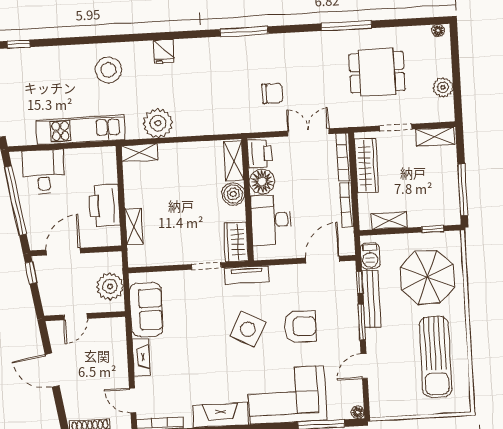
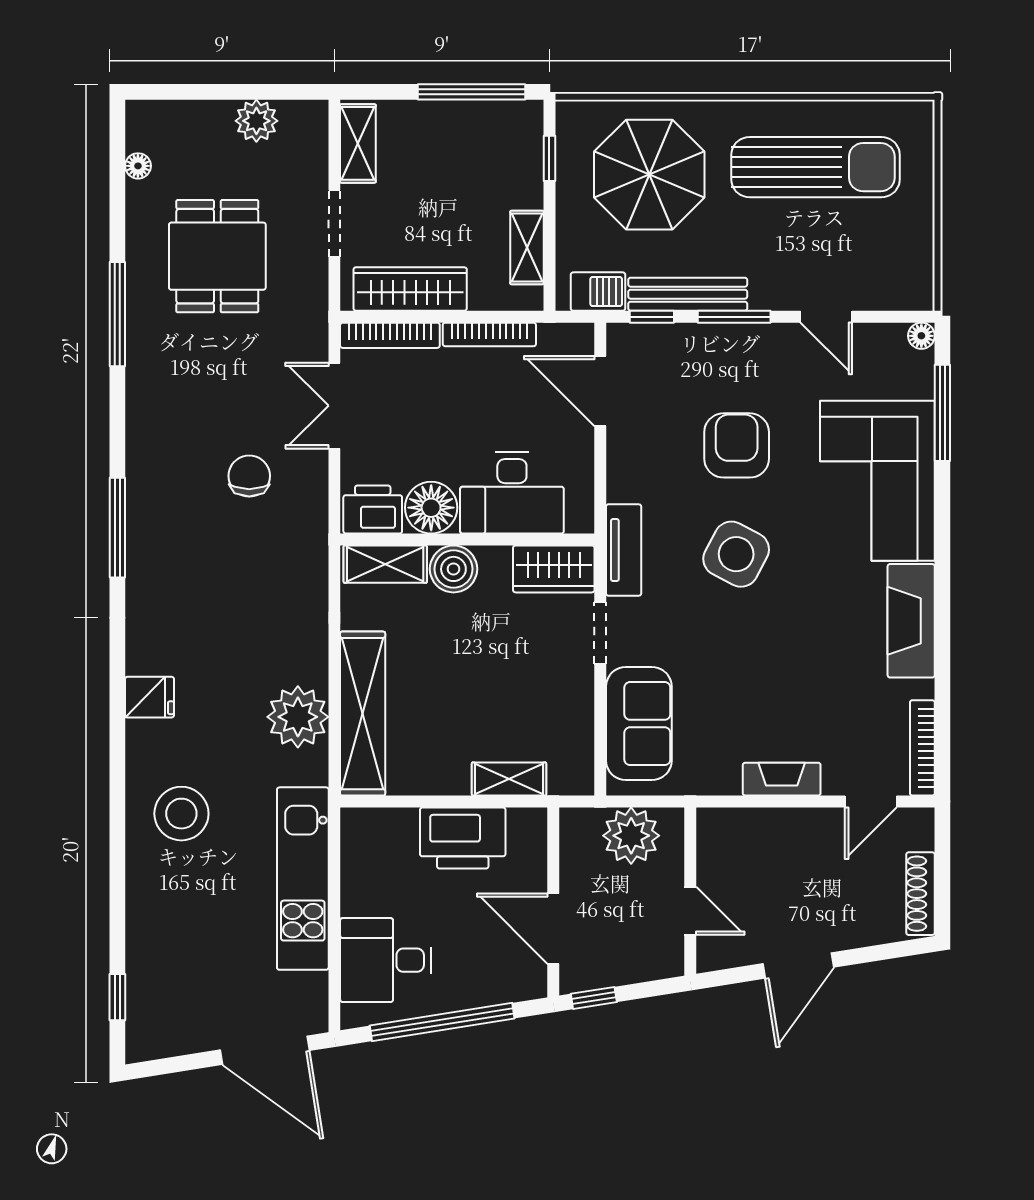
floor lamp: (438, 31) -> (138, 166), moved
shelving: (140, 153) -> (363, 714), width x2.20, depth x1.33
sofa: (146, 309) -> (639, 724), moved, turned 90

